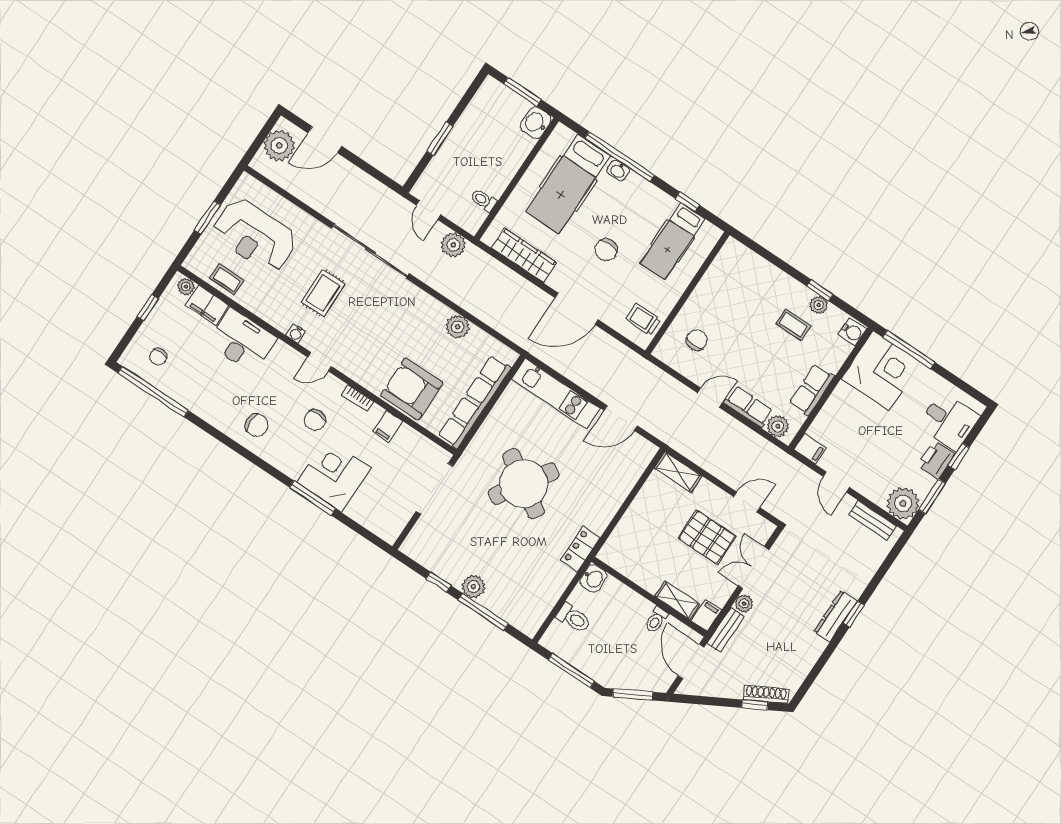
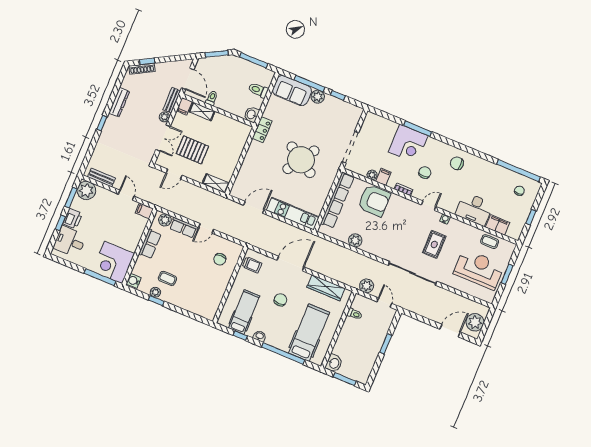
washbasin: (618, 170) -> (260, 336), moved
plant: (186, 287) -> (372, 175), moved
sofa: (516, 606) -> (292, 91), added
dresser: (835, 616) -> (119, 102), moved

